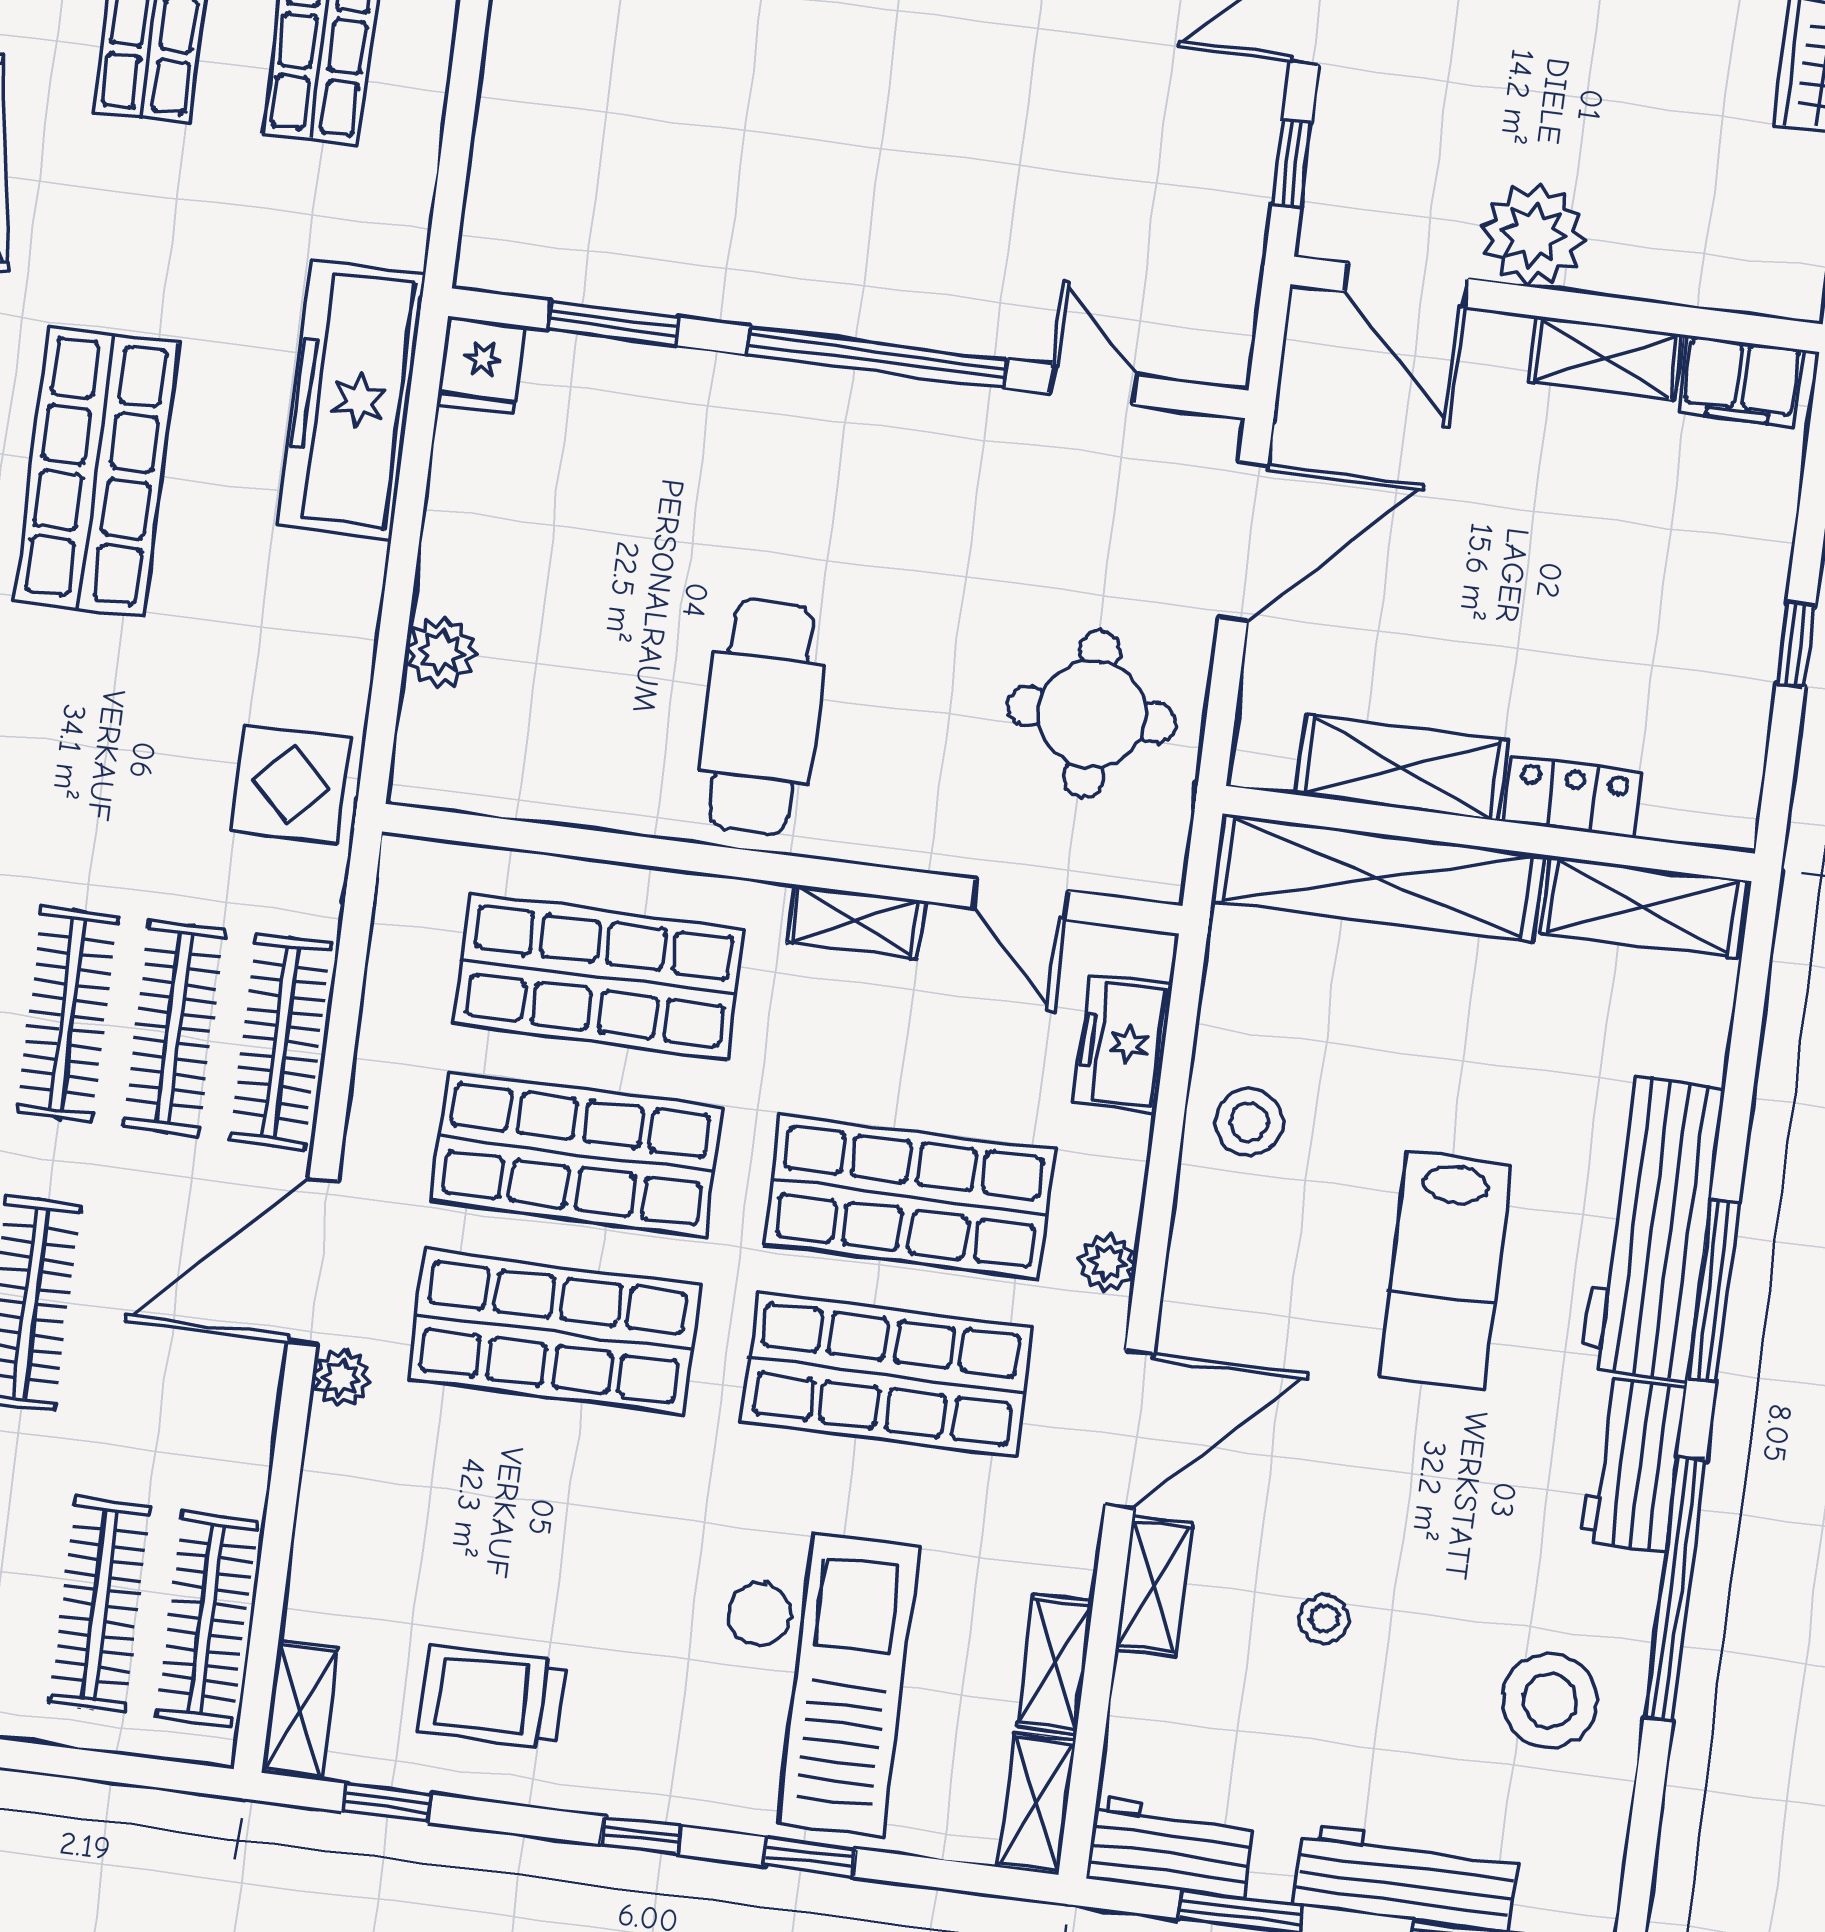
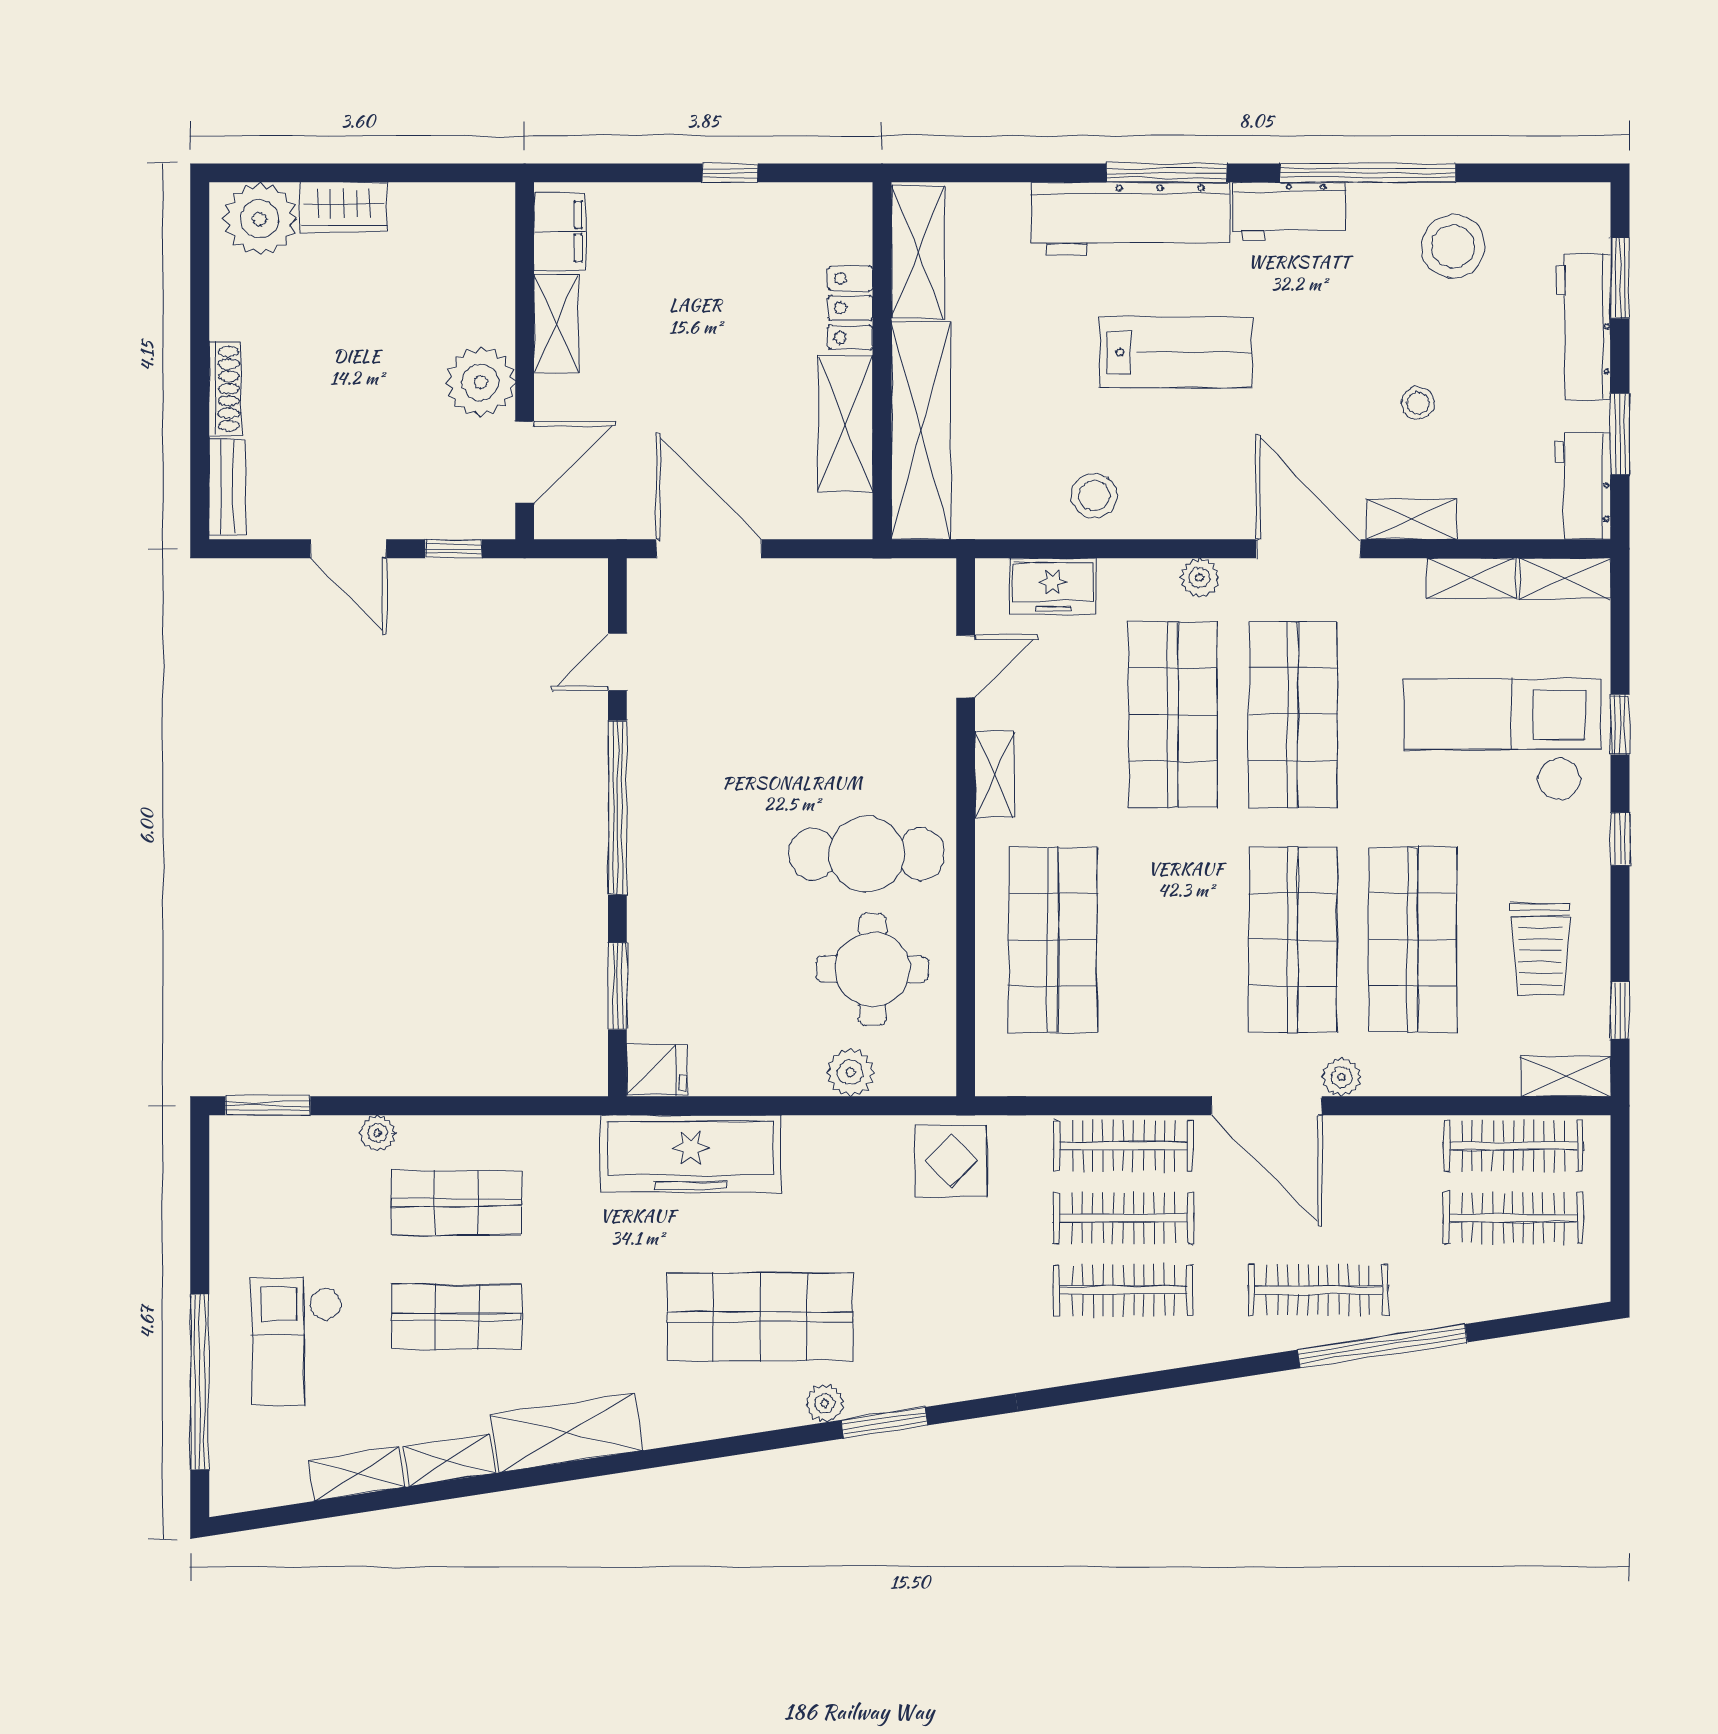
round table: (1092, 714) -> (872, 969), moved
shop shelf: (576, 1154) -> (1413, 940), moved

